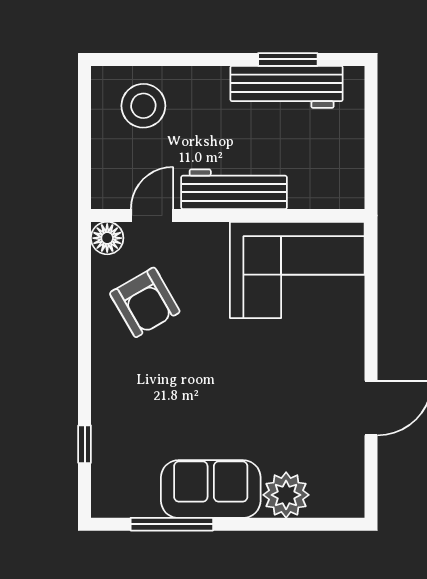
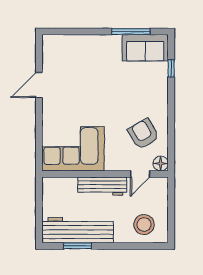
workbench: (287, 87) -> (78, 230), width x1.36, depth x1.32
sofa: (211, 489) -> (145, 48), moved
plant: (286, 495) -> (78, 45), removed

